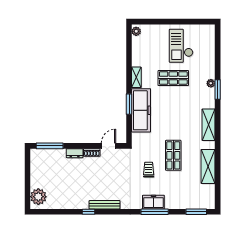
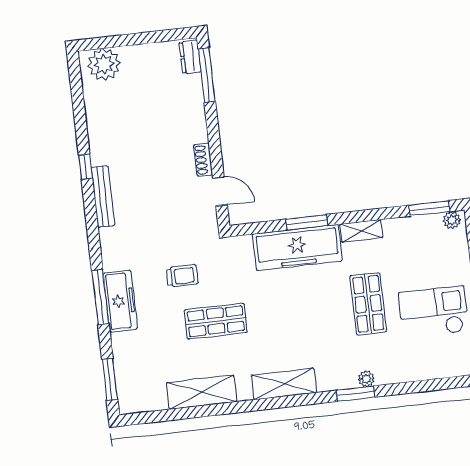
window: (129, 42) -> (429, 208), added
dresser: (75, 153) -> (190, 57), moved
freezer: (153, 202) -> (120, 301), width x1.40

